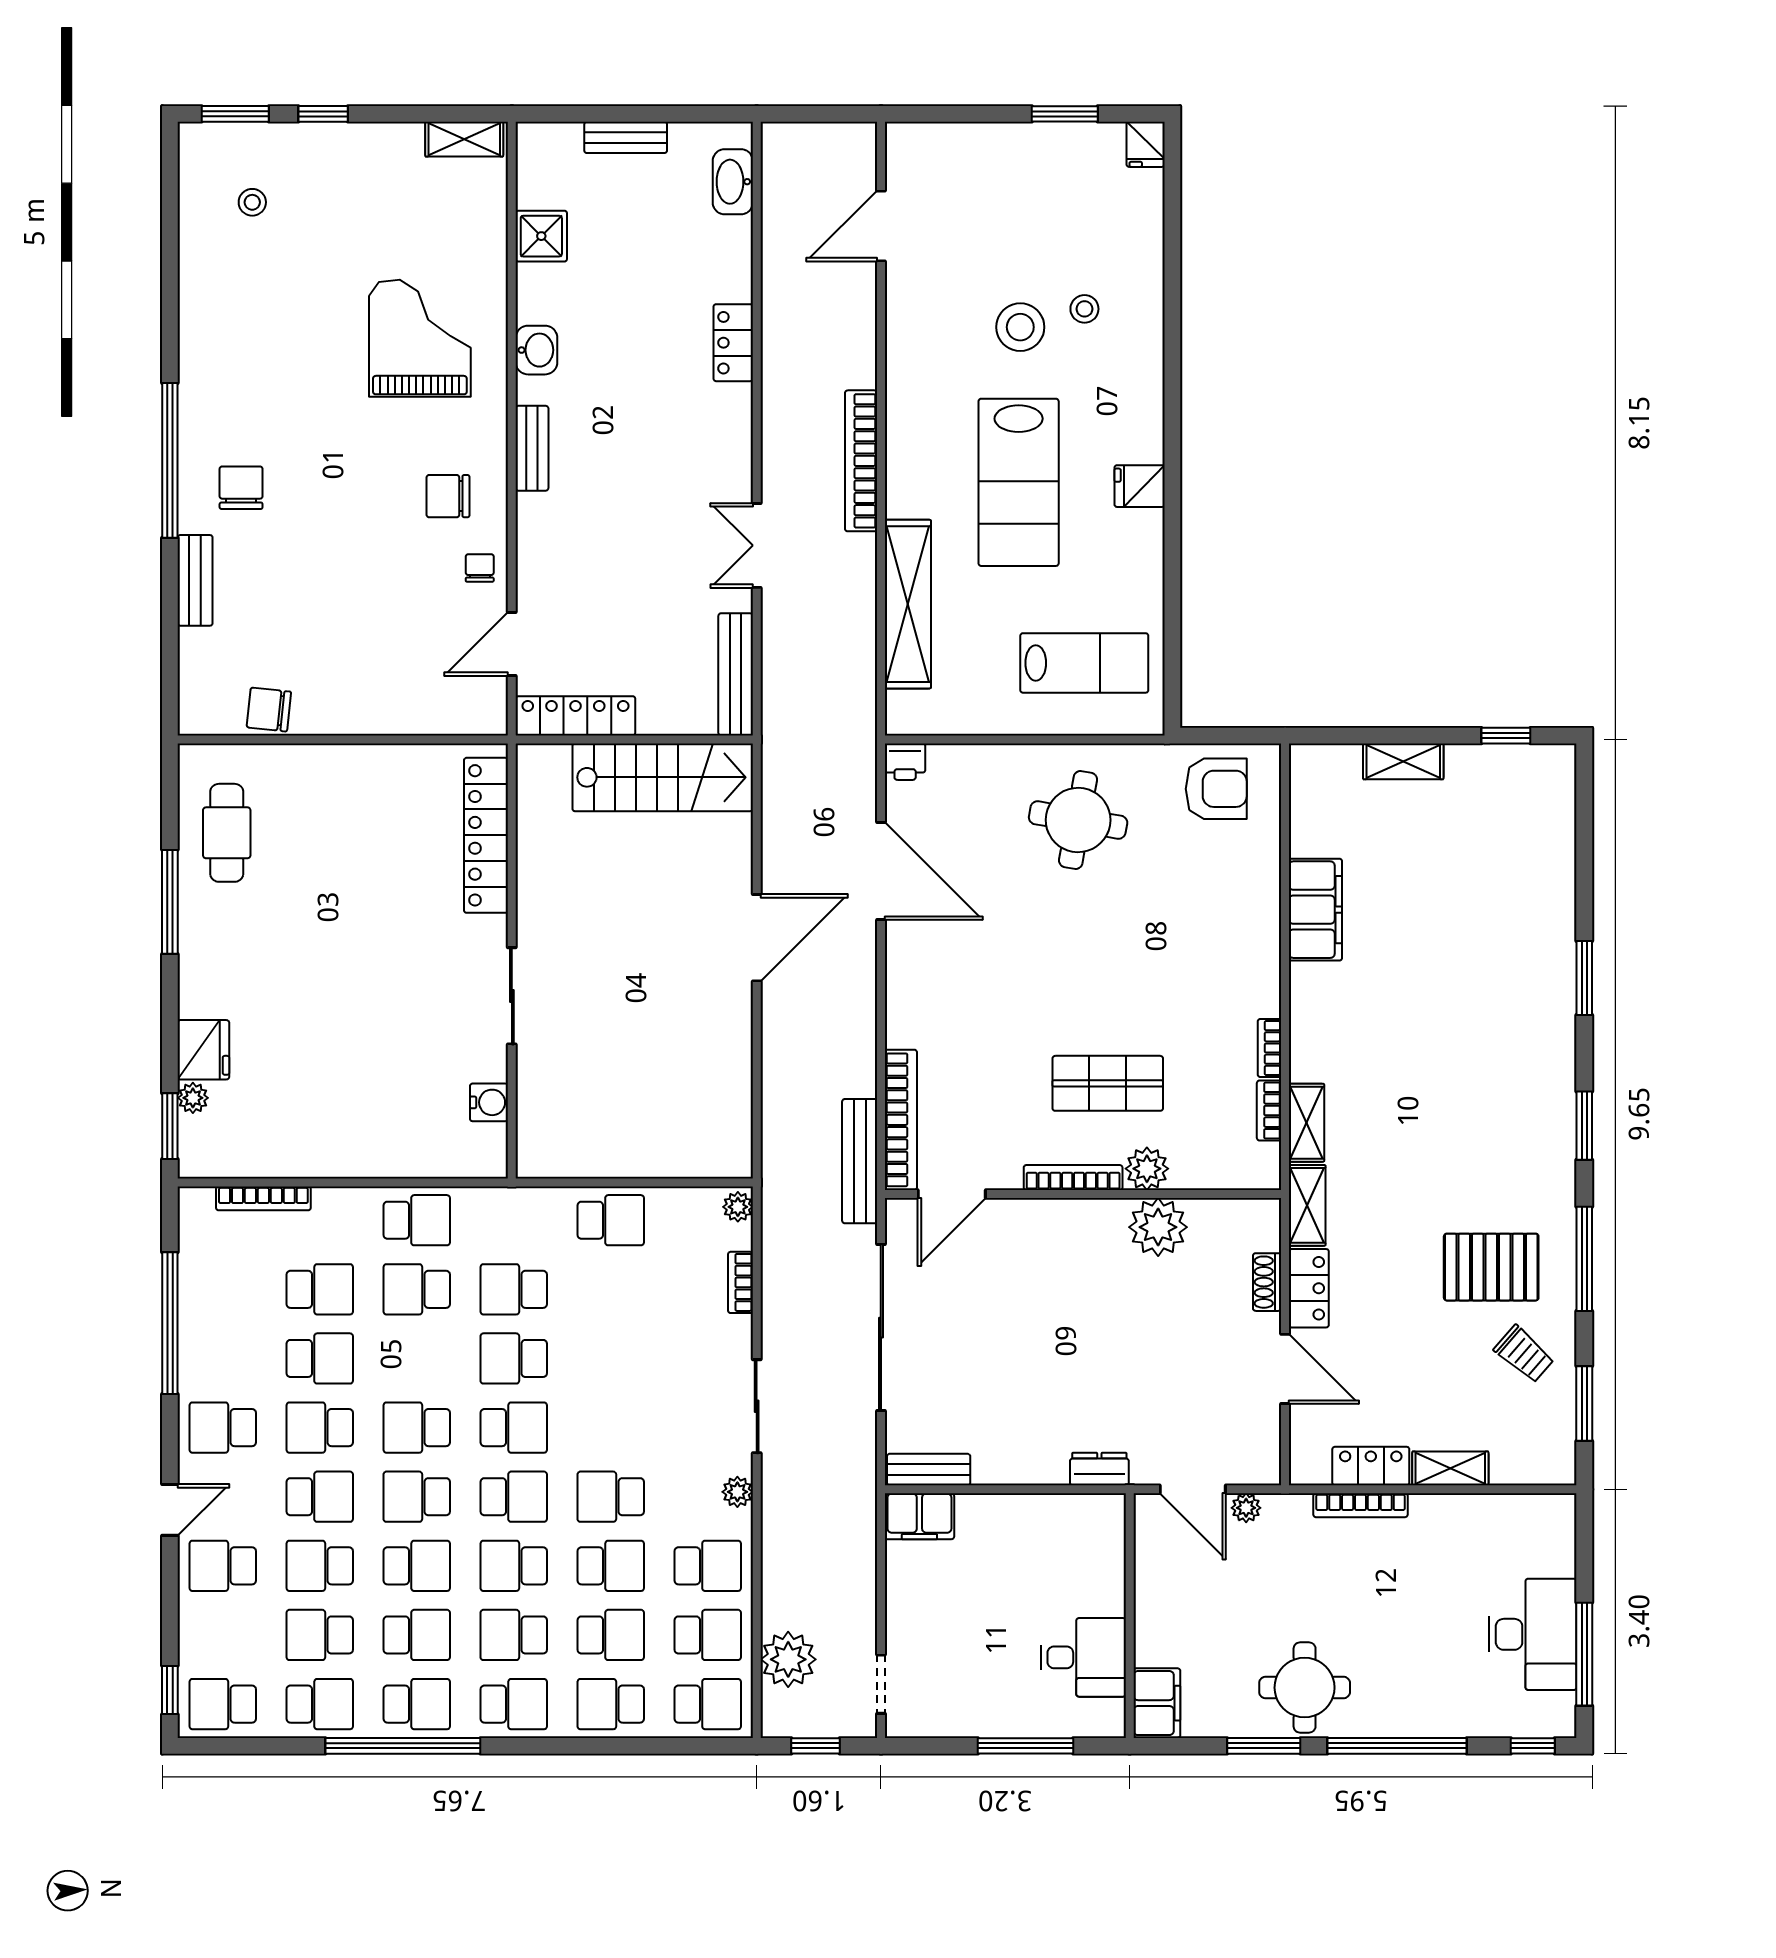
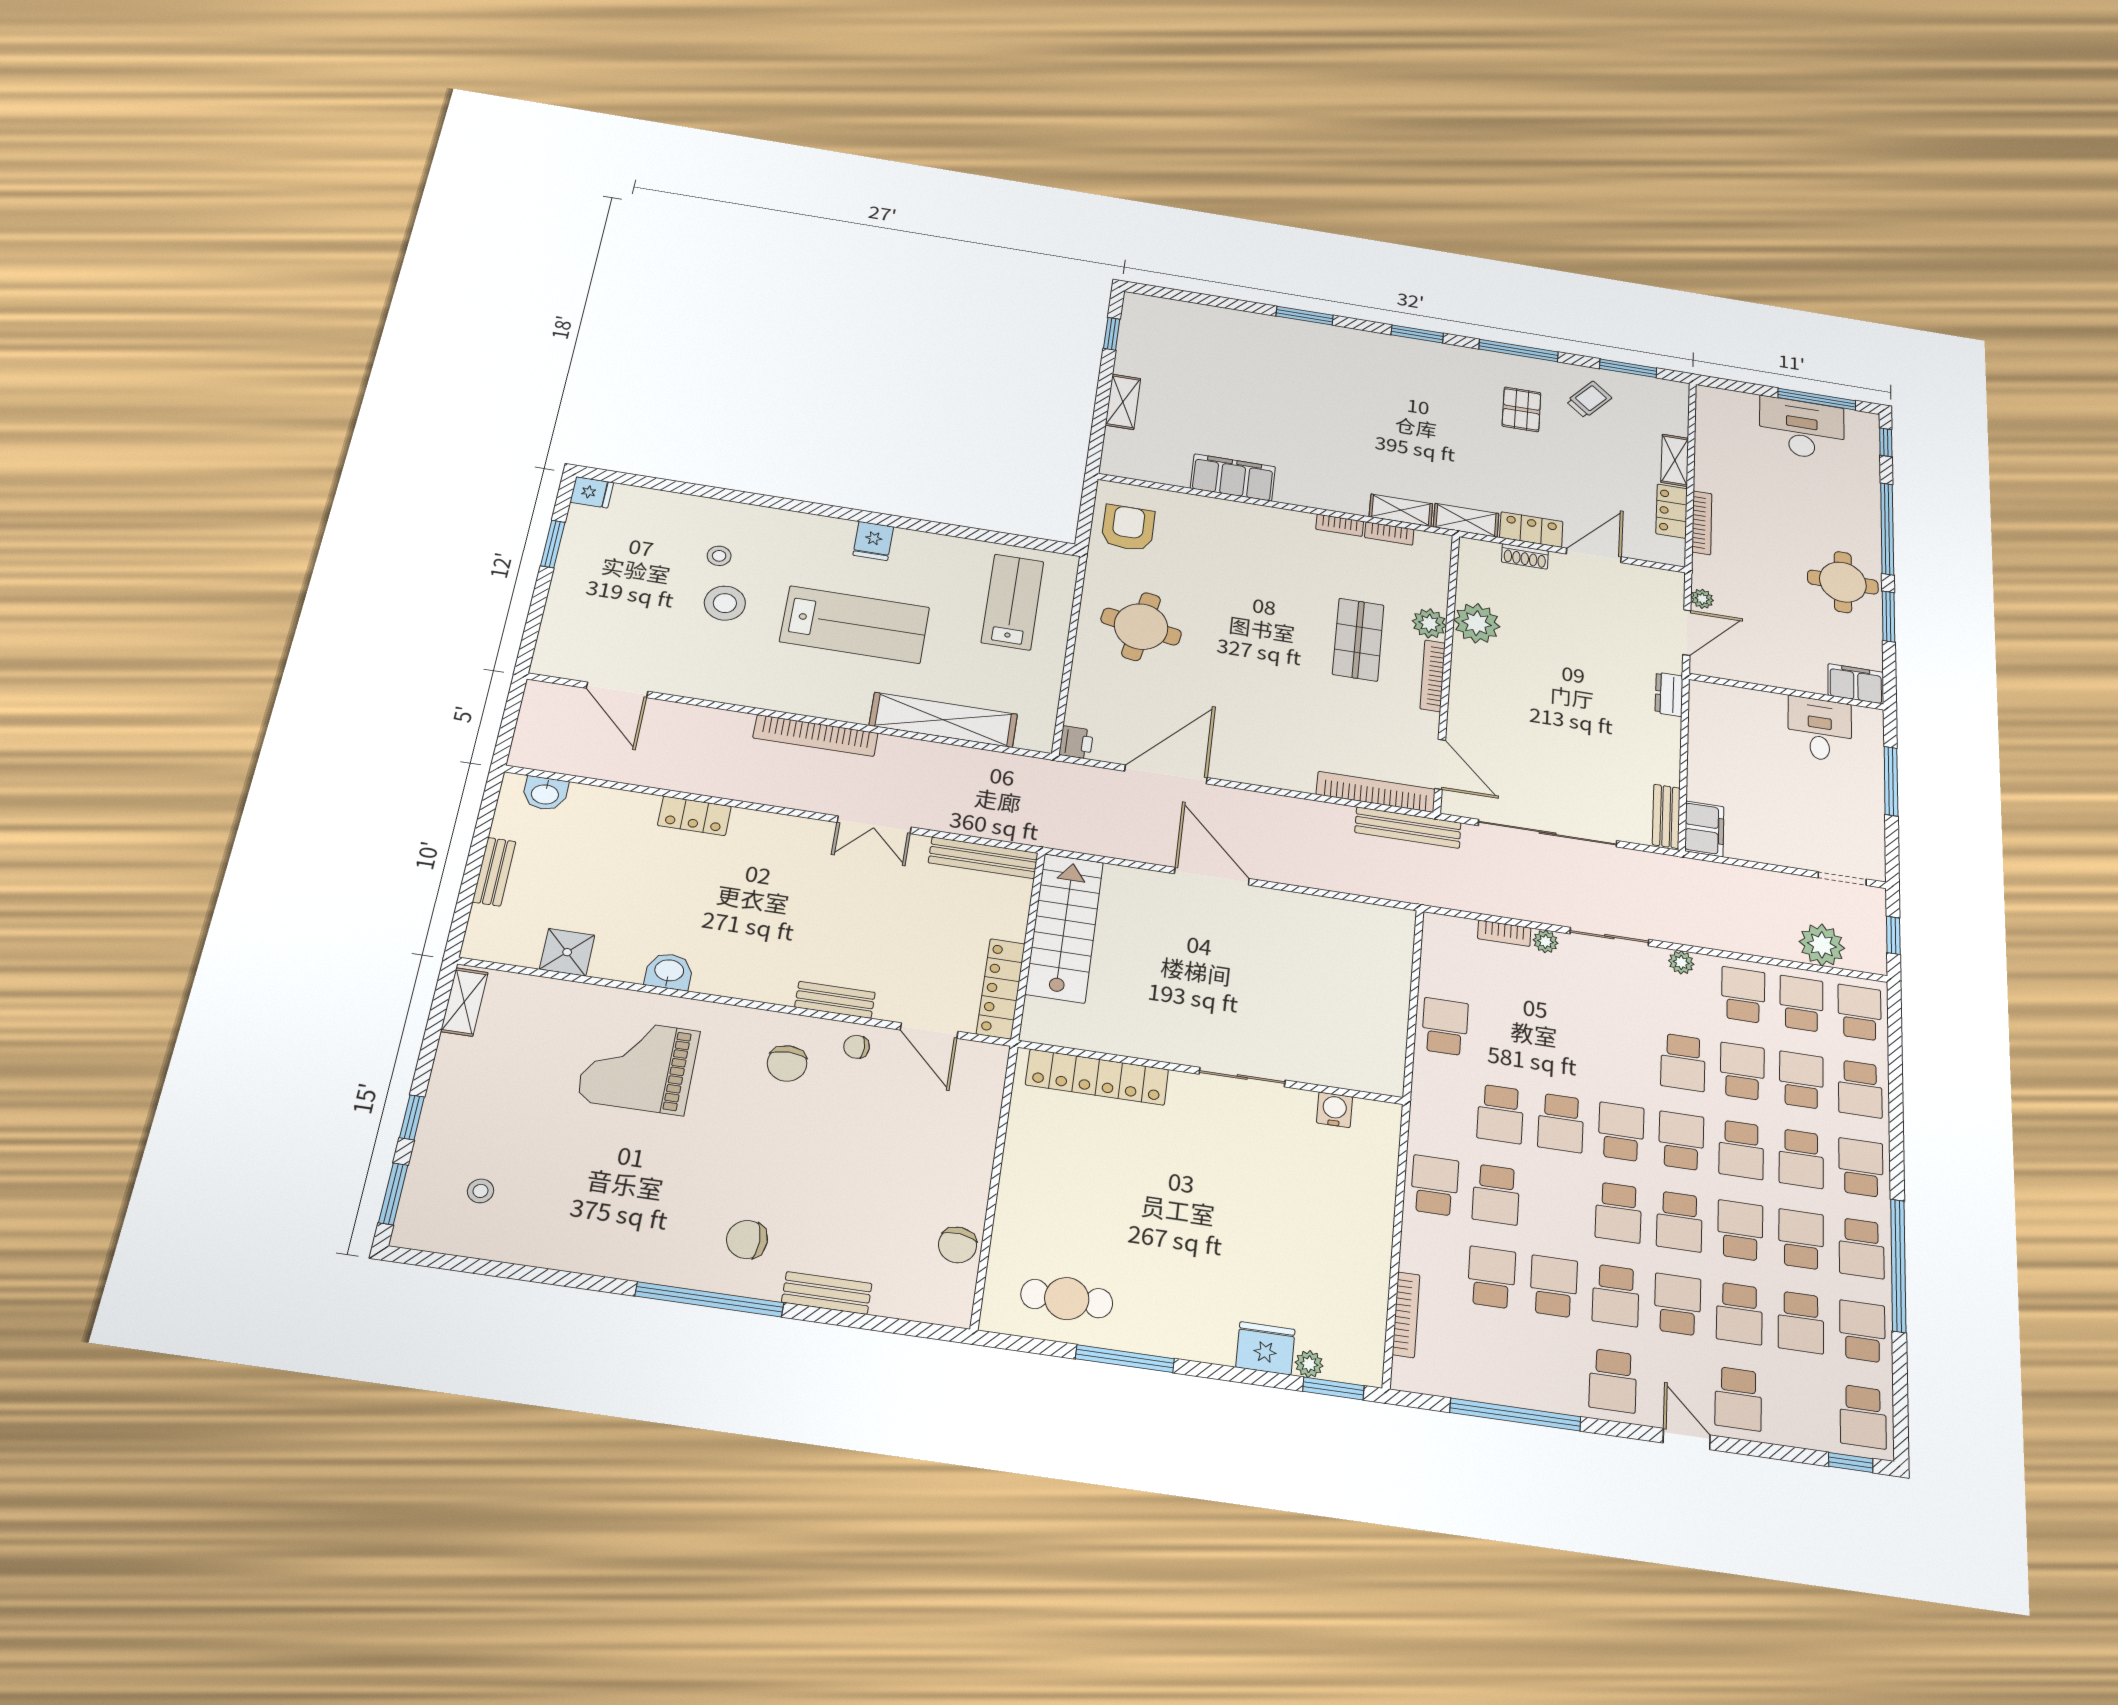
washbasin: (733, 182) -> (545, 793), width x0.72
bench: (532, 448) -> (835, 1000), moved
plant: (738, 1207) -> (1545, 941), moved
pallet: (1491, 1267) -> (1521, 409), width x0.67, depth x0.71
school desk: (417, 1704) -> (1862, 1248), turned 180

